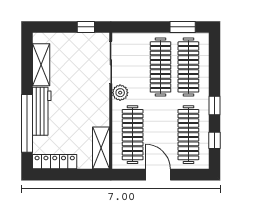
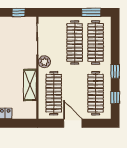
shelving: (101, 148) -> (30, 85), moved

